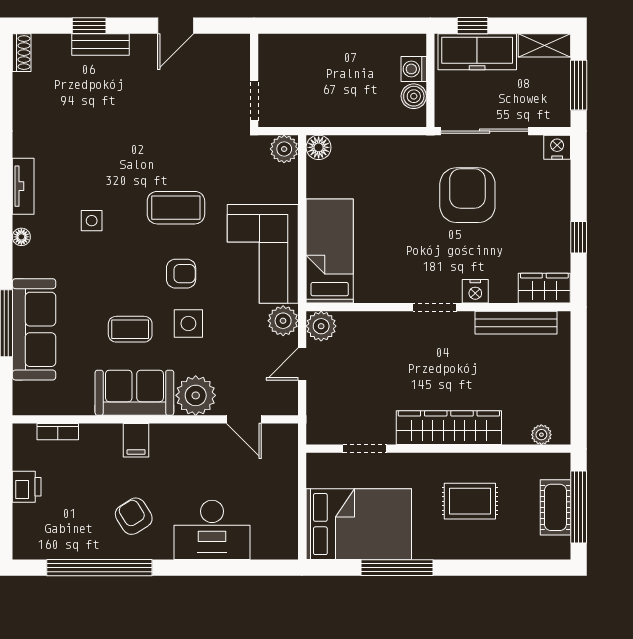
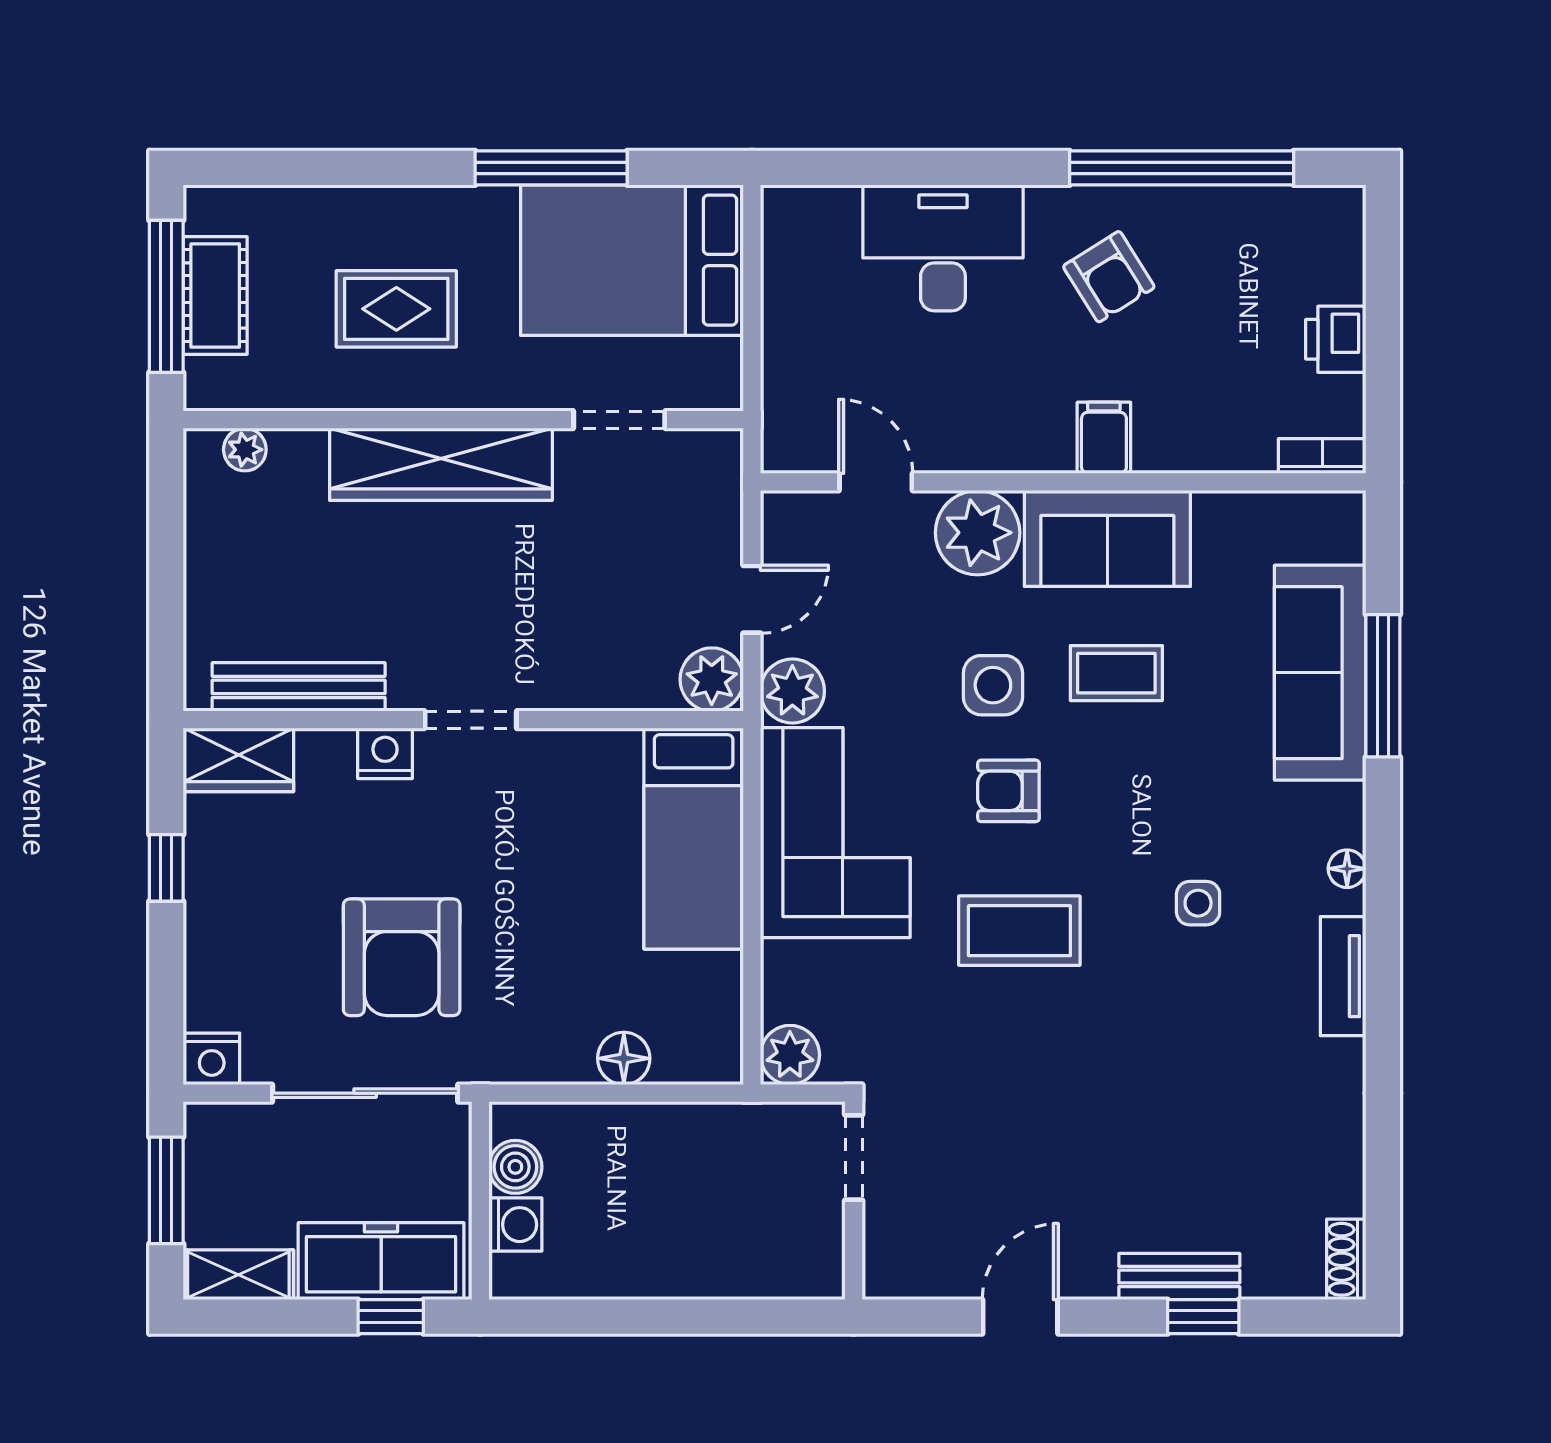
floor lamp: (319, 147) -> (624, 1058), moved
bookcase: (58, 432) -> (1322, 456), moved

